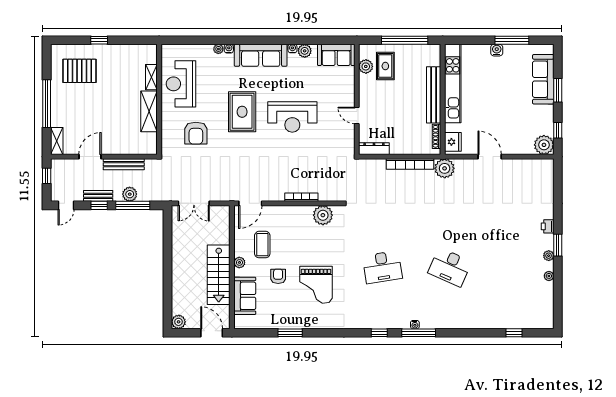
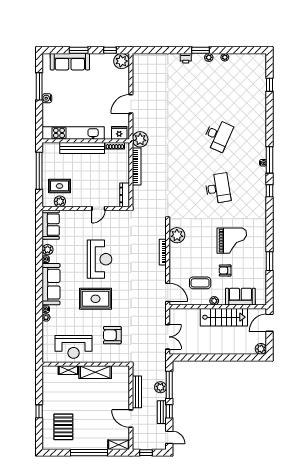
armchair: (196, 133) -> (112, 335), turned 180

